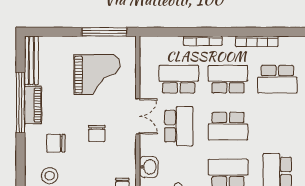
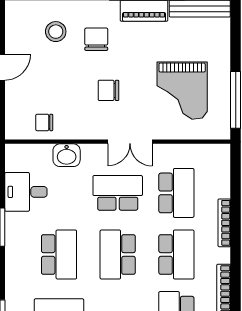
school desk: (179, 126) -> (118, 193), turned 180

